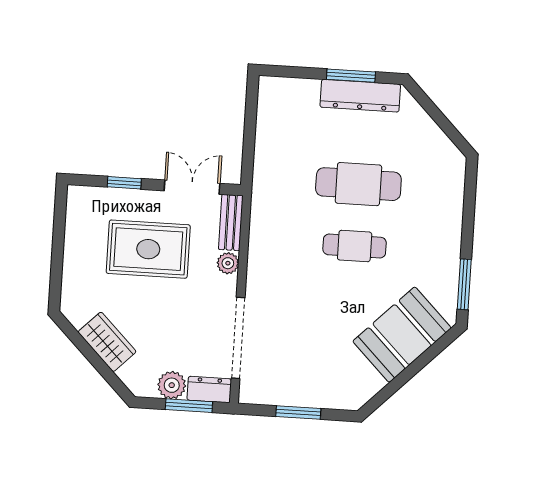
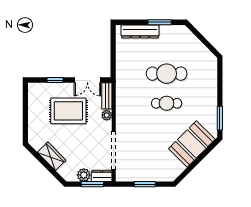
dresser: (360, 96) -> (140, 31), moved
double door: (192, 187) -> (87, 80), swing flipped

